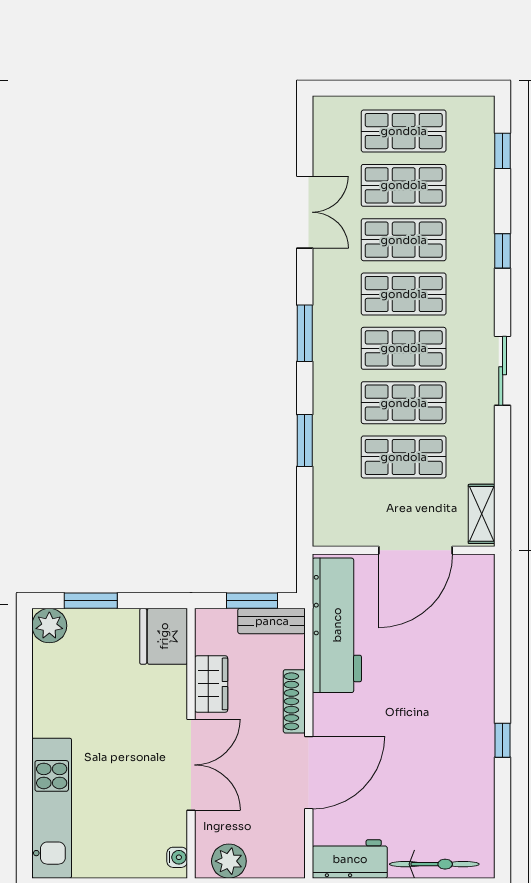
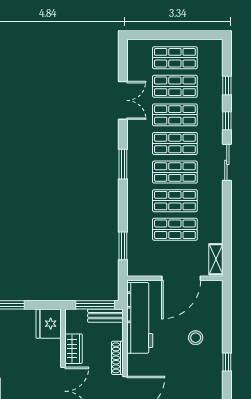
window: (503, 151) -> (227, 86), moved
sliding door: (503, 371) -> (227, 162), moved
window: (305, 441) -> (123, 246), moved
window: (252, 601) -> (95, 305), width x1.44
stool: (443, 663) -> (196, 338), added
window: (503, 740) -> (227, 362), moved

